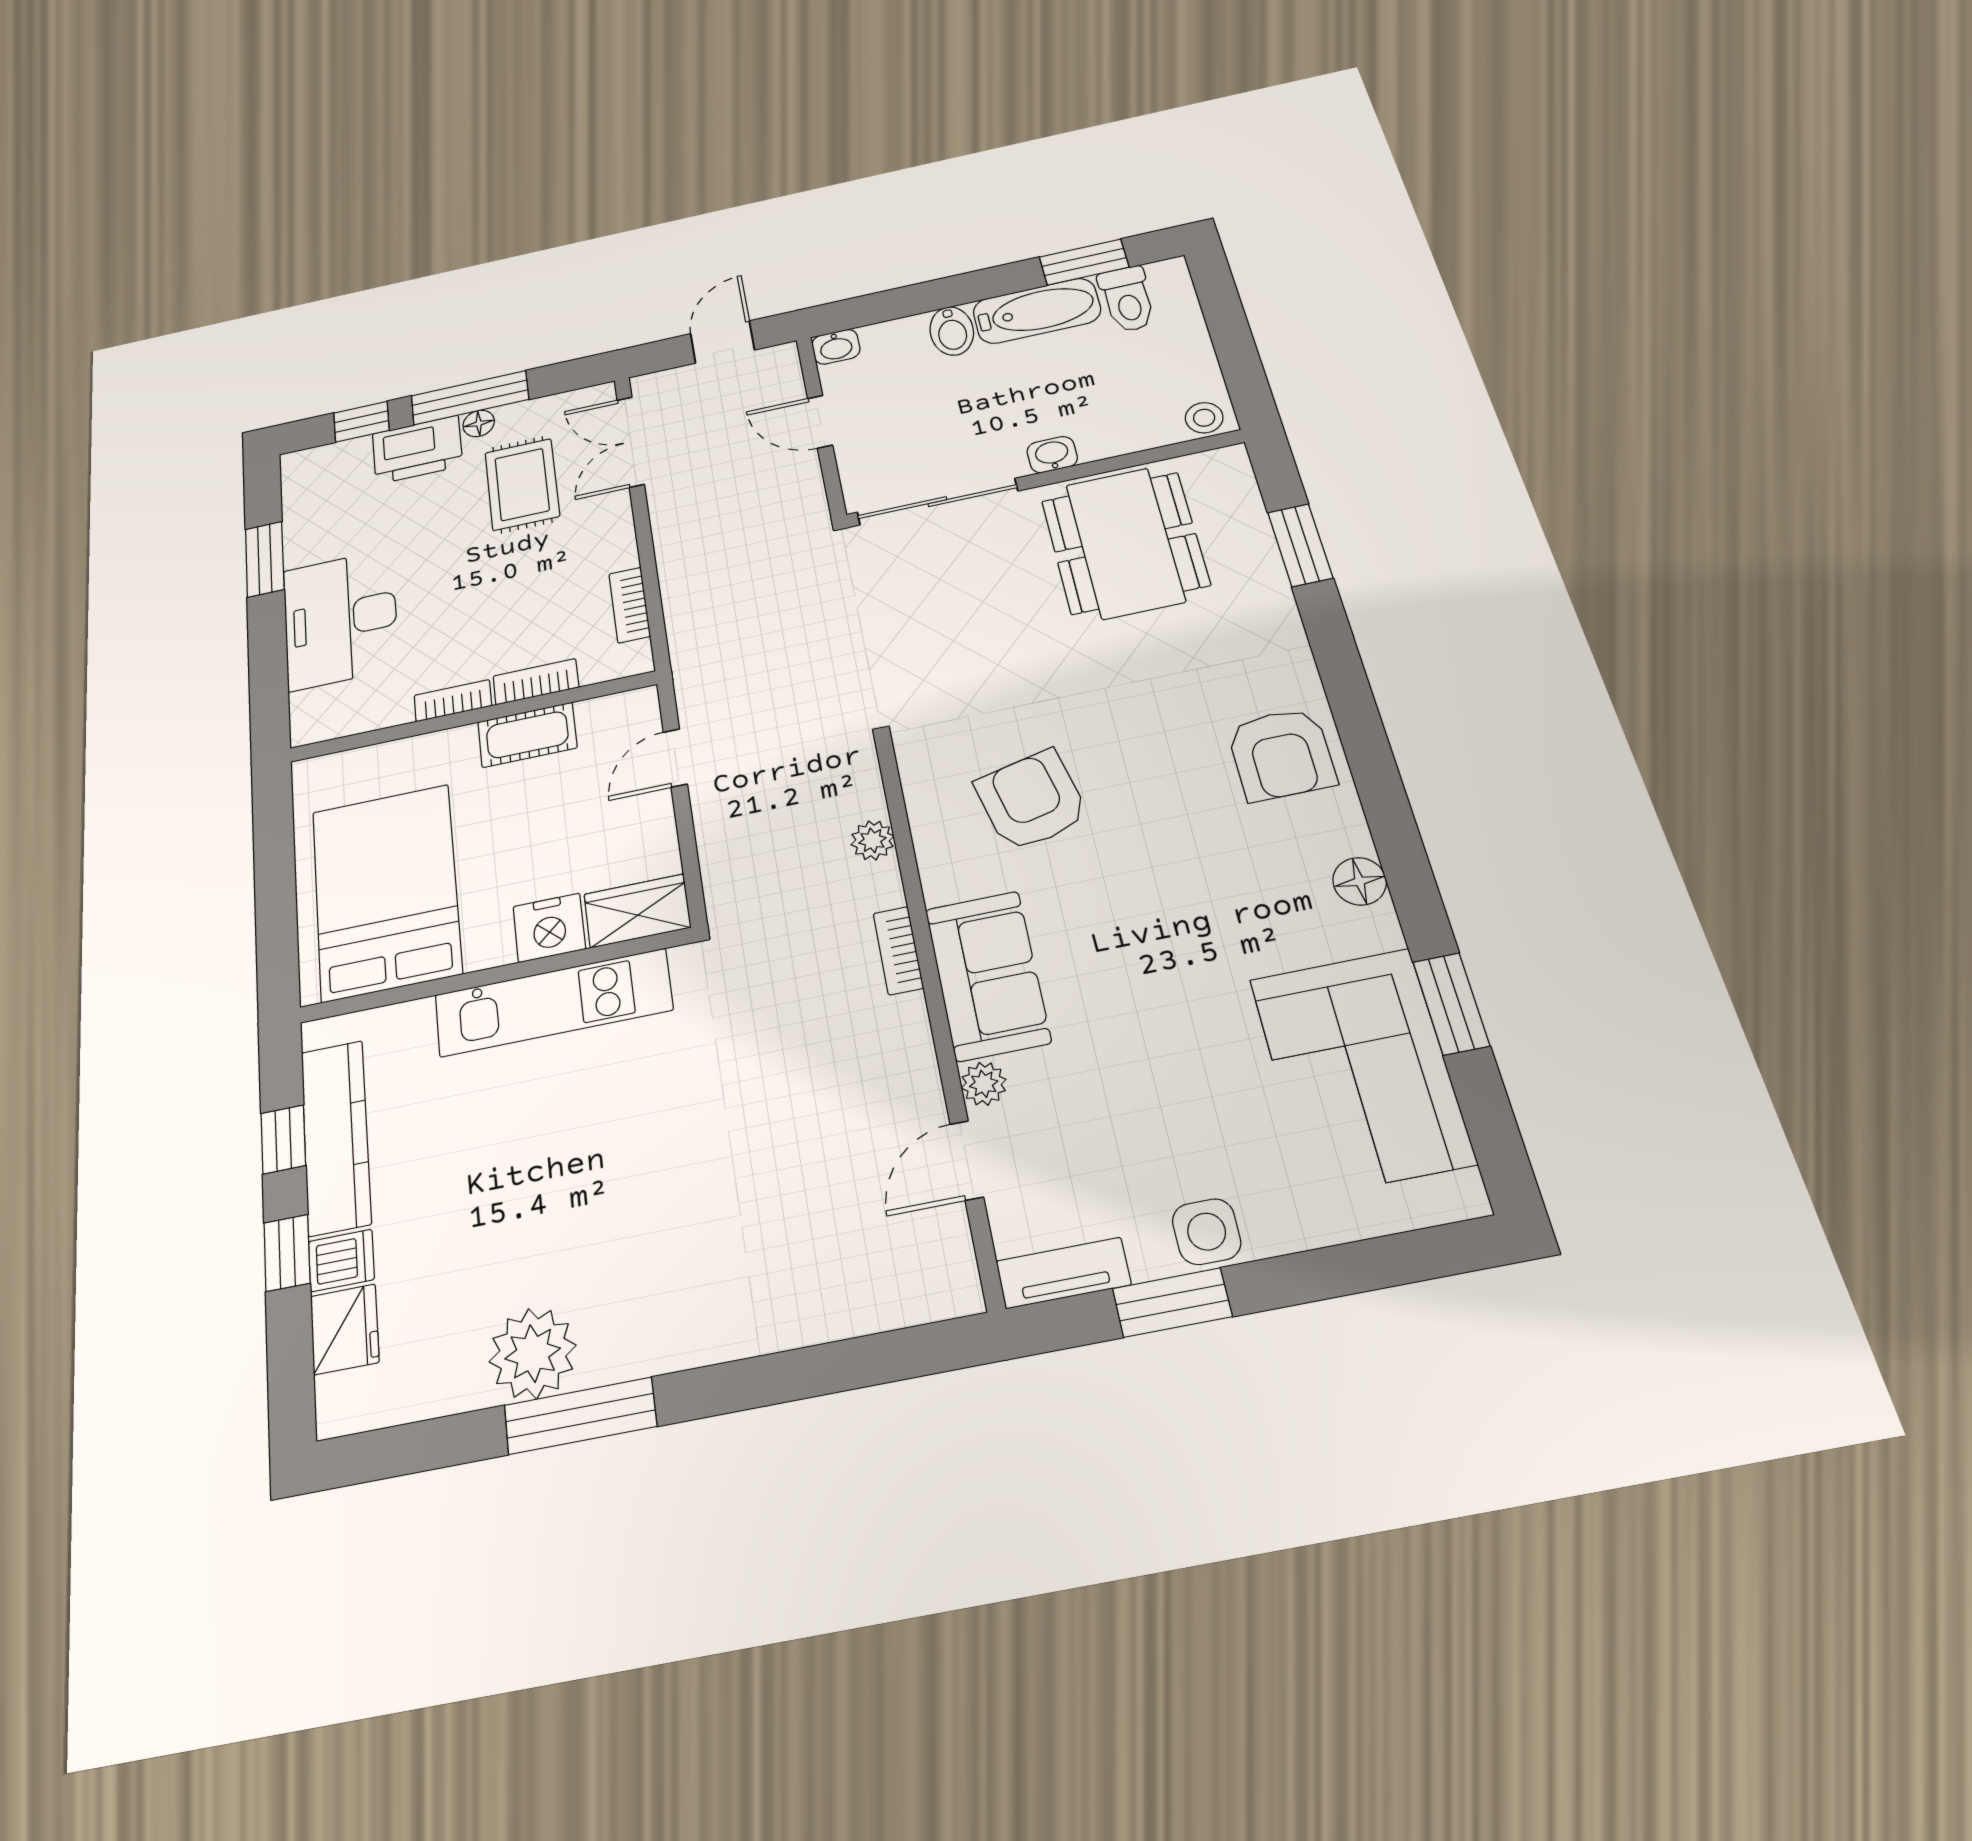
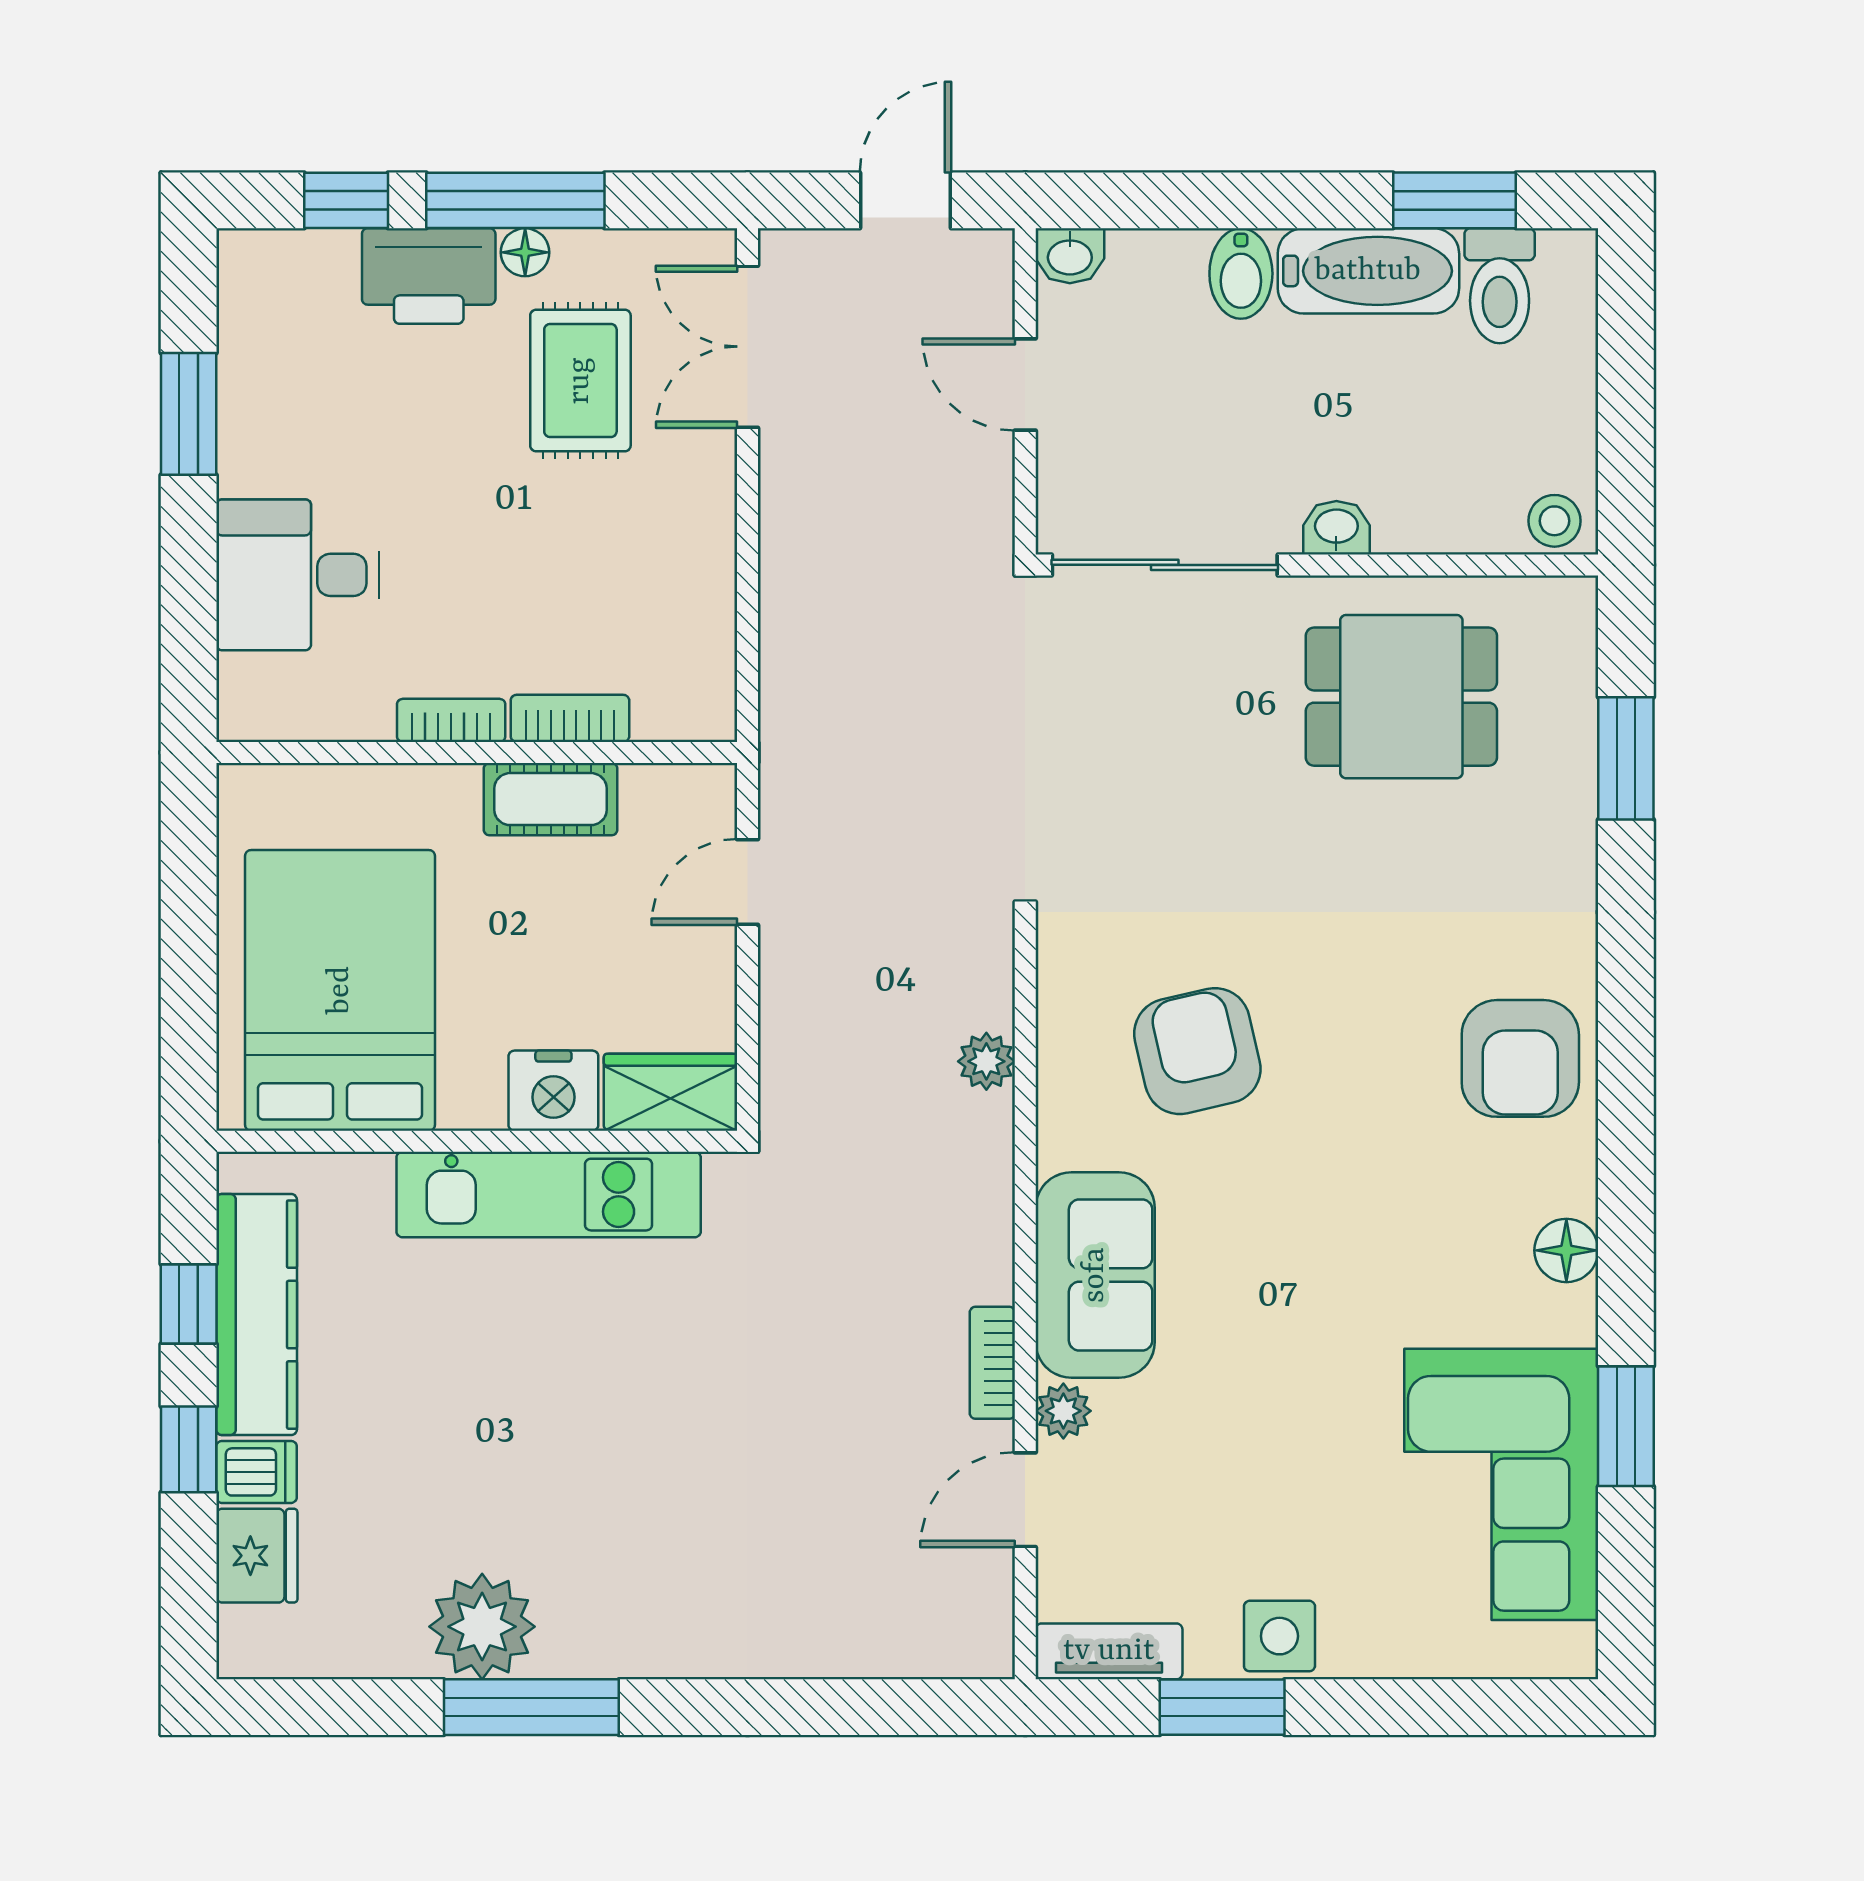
dining table: (1125, 543) -> (1401, 697), width x0.73
bookcase: (630, 605) -> (714, 627), removed
desk: (341, 619) -> (298, 575), width x0.73
bookcase: (898, 951) -> (992, 1363), moved

